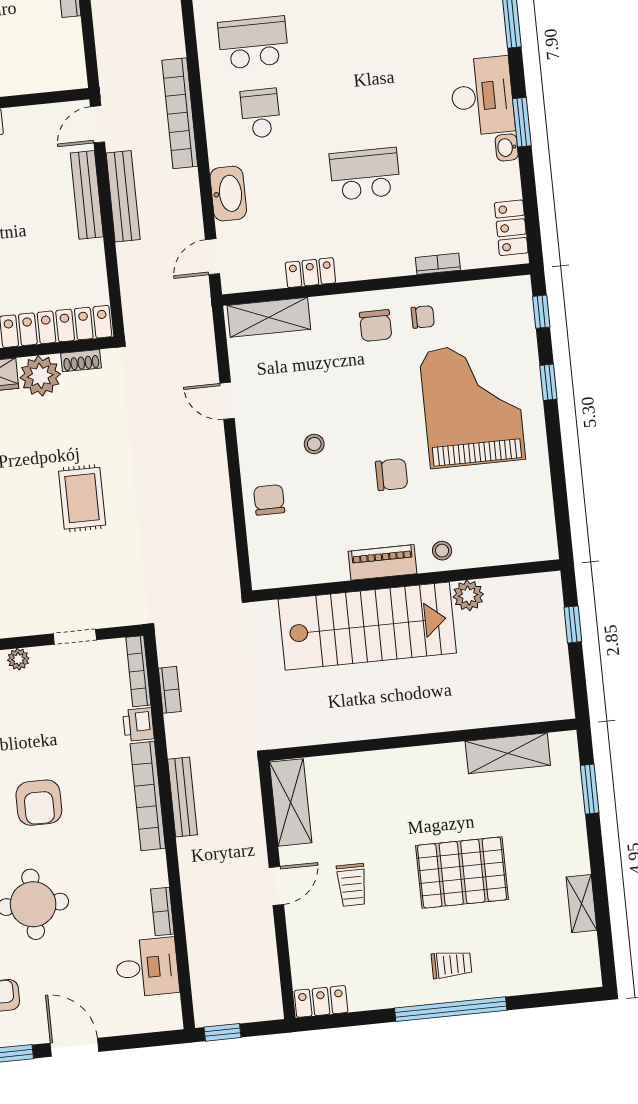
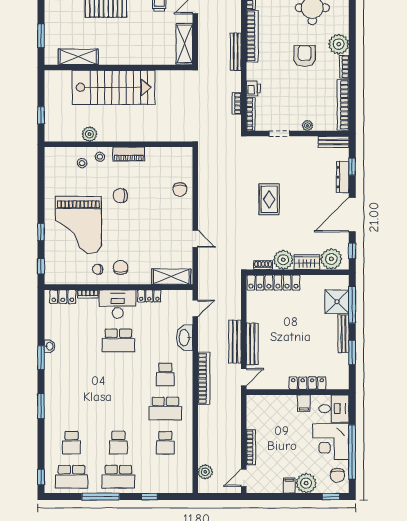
desk: (482, 96) -> (118, 304), moved, turned 90
locker: (511, 228) -> (63, 297), moved, turned 90
stool: (314, 444) -> (82, 163), moved
stairs: (367, 626) -> (113, 87), moved, turned 180
bookcase: (148, 796) -> (252, 36), moved

